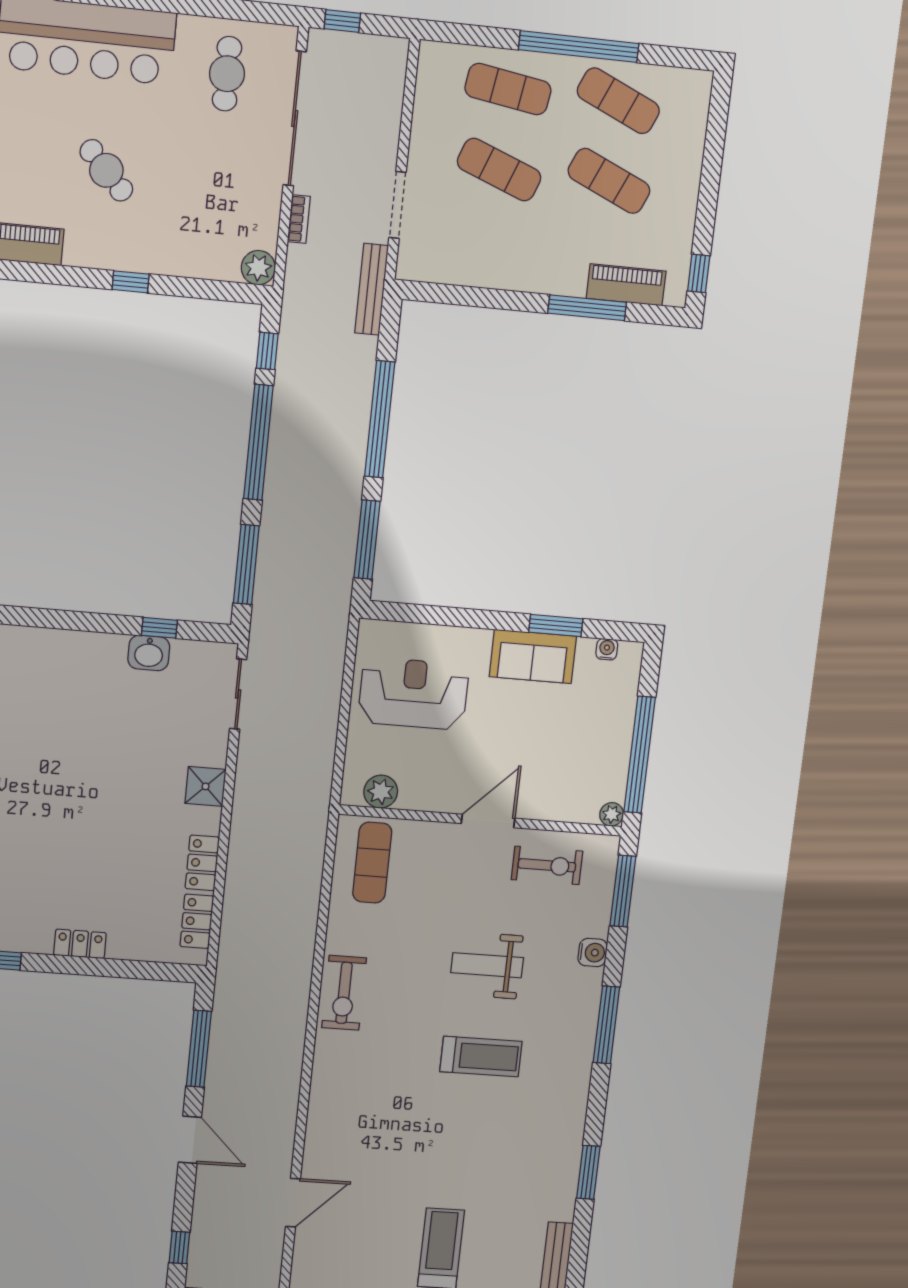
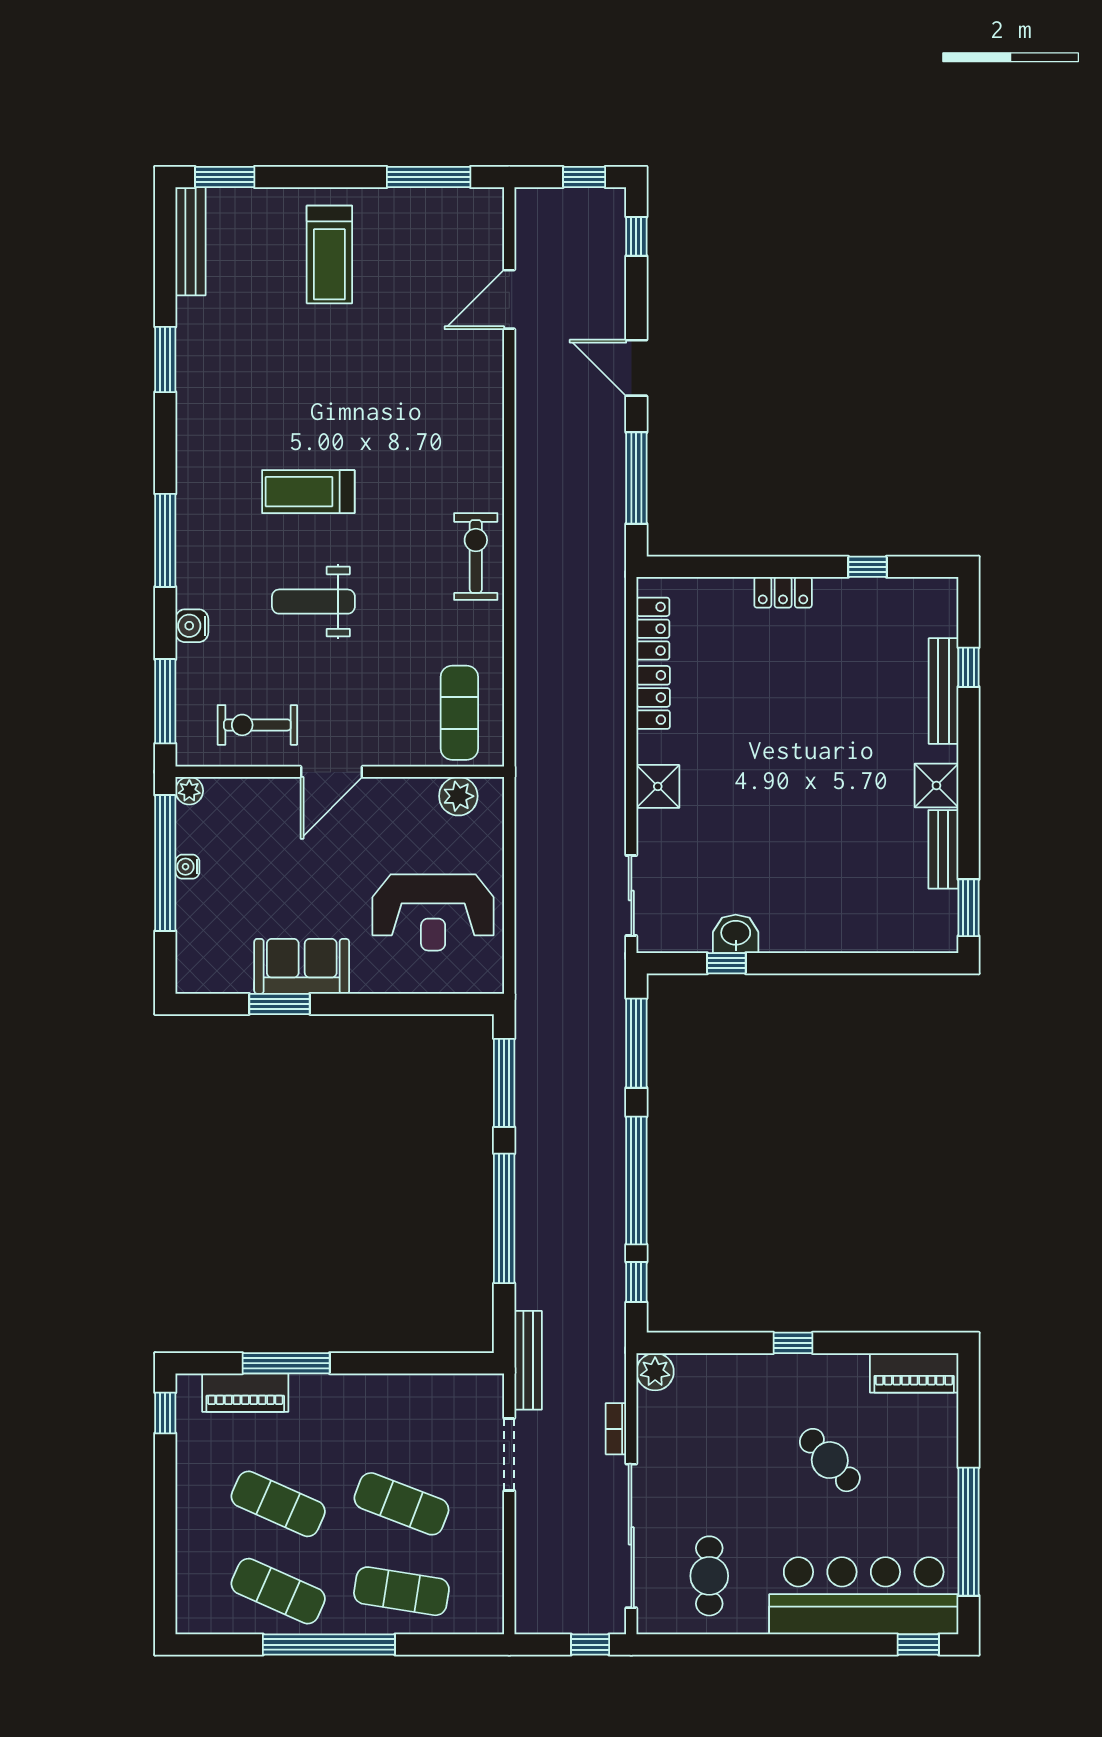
water cooler: (607, 649) -> (187, 867), moved, turned 90
weight bench: (487, 965) -> (313, 602), turned 180

